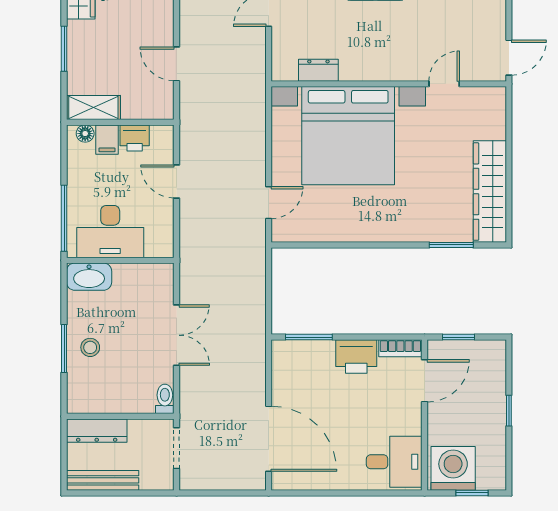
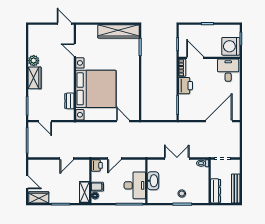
printer: (135, 138) -> (97, 165), moved
washbasin: (89, 277) -> (153, 181), moved

